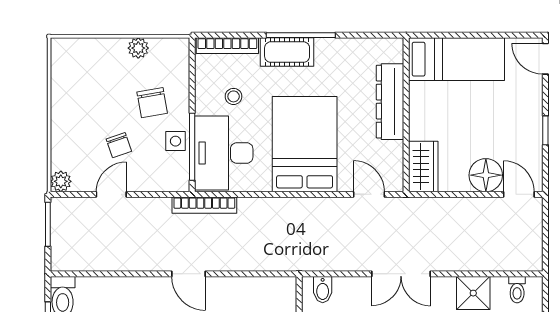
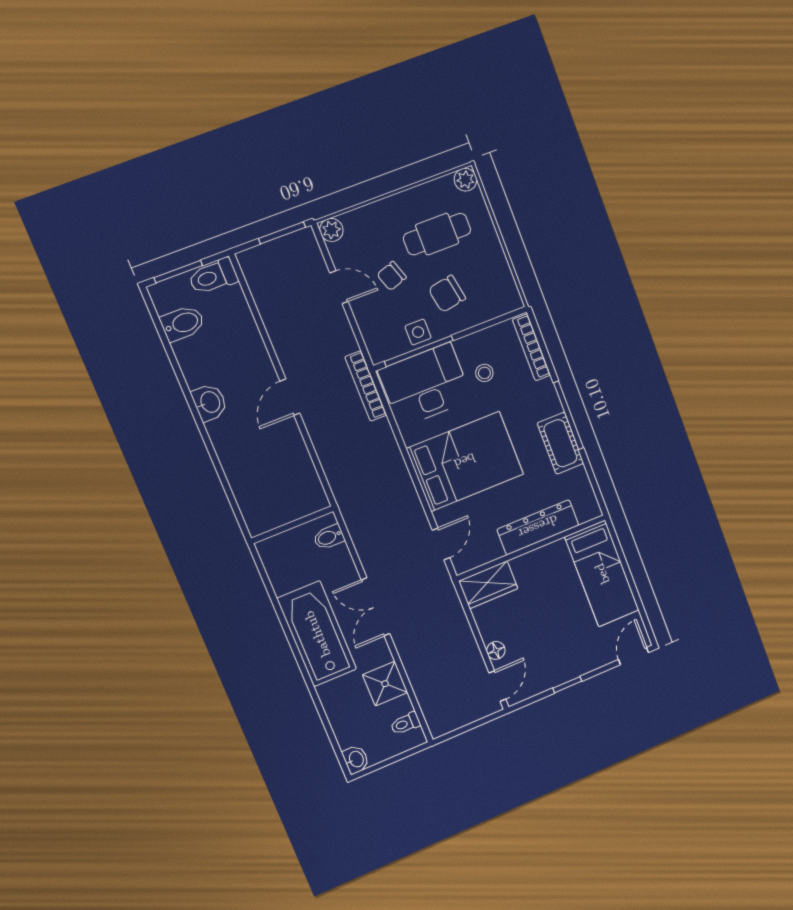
plant: (138, 48) -> (465, 180), moved
cot: (287, 52) -> (560, 443), moved
cafe table: (98, 91) -> (437, 234), added
floor lamp: (486, 175) -> (496, 650), width x0.53, depth x0.53

